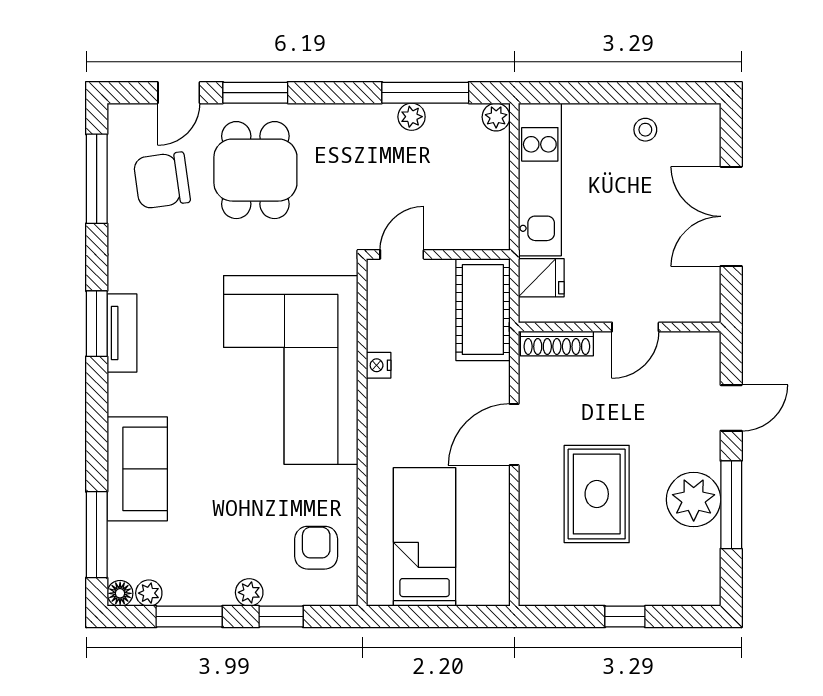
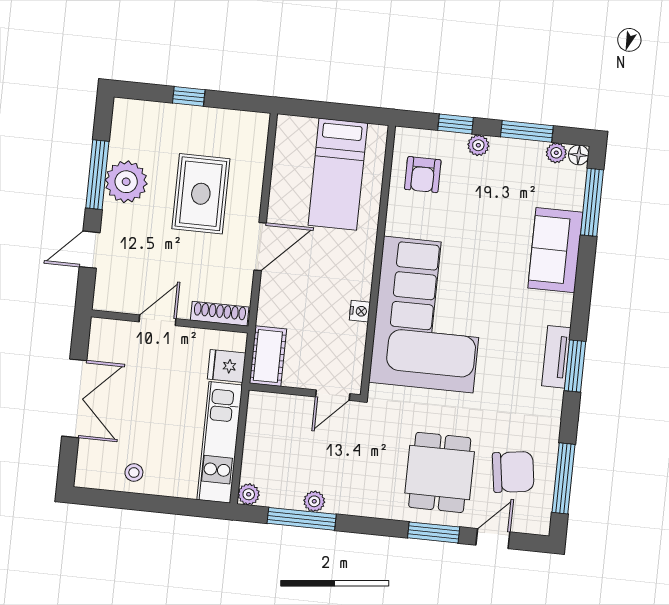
cot: (483, 310) -> (268, 356), width x0.73, depth x0.75

